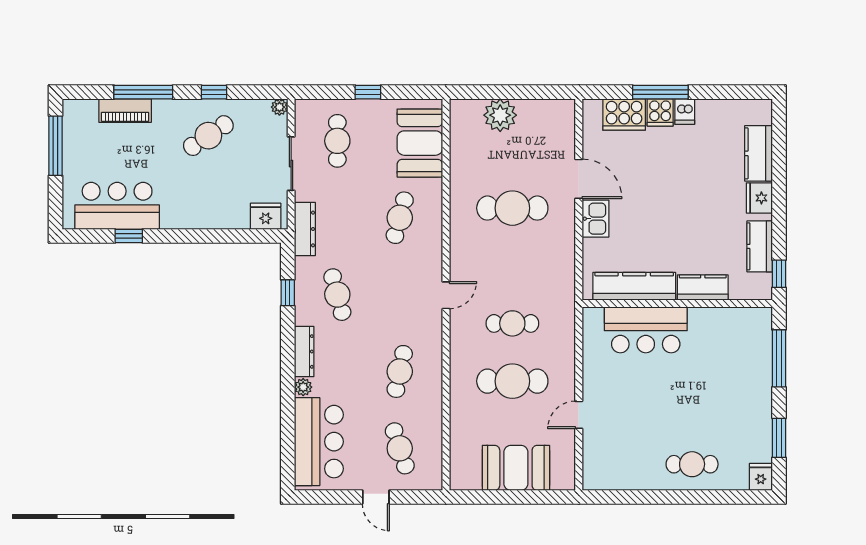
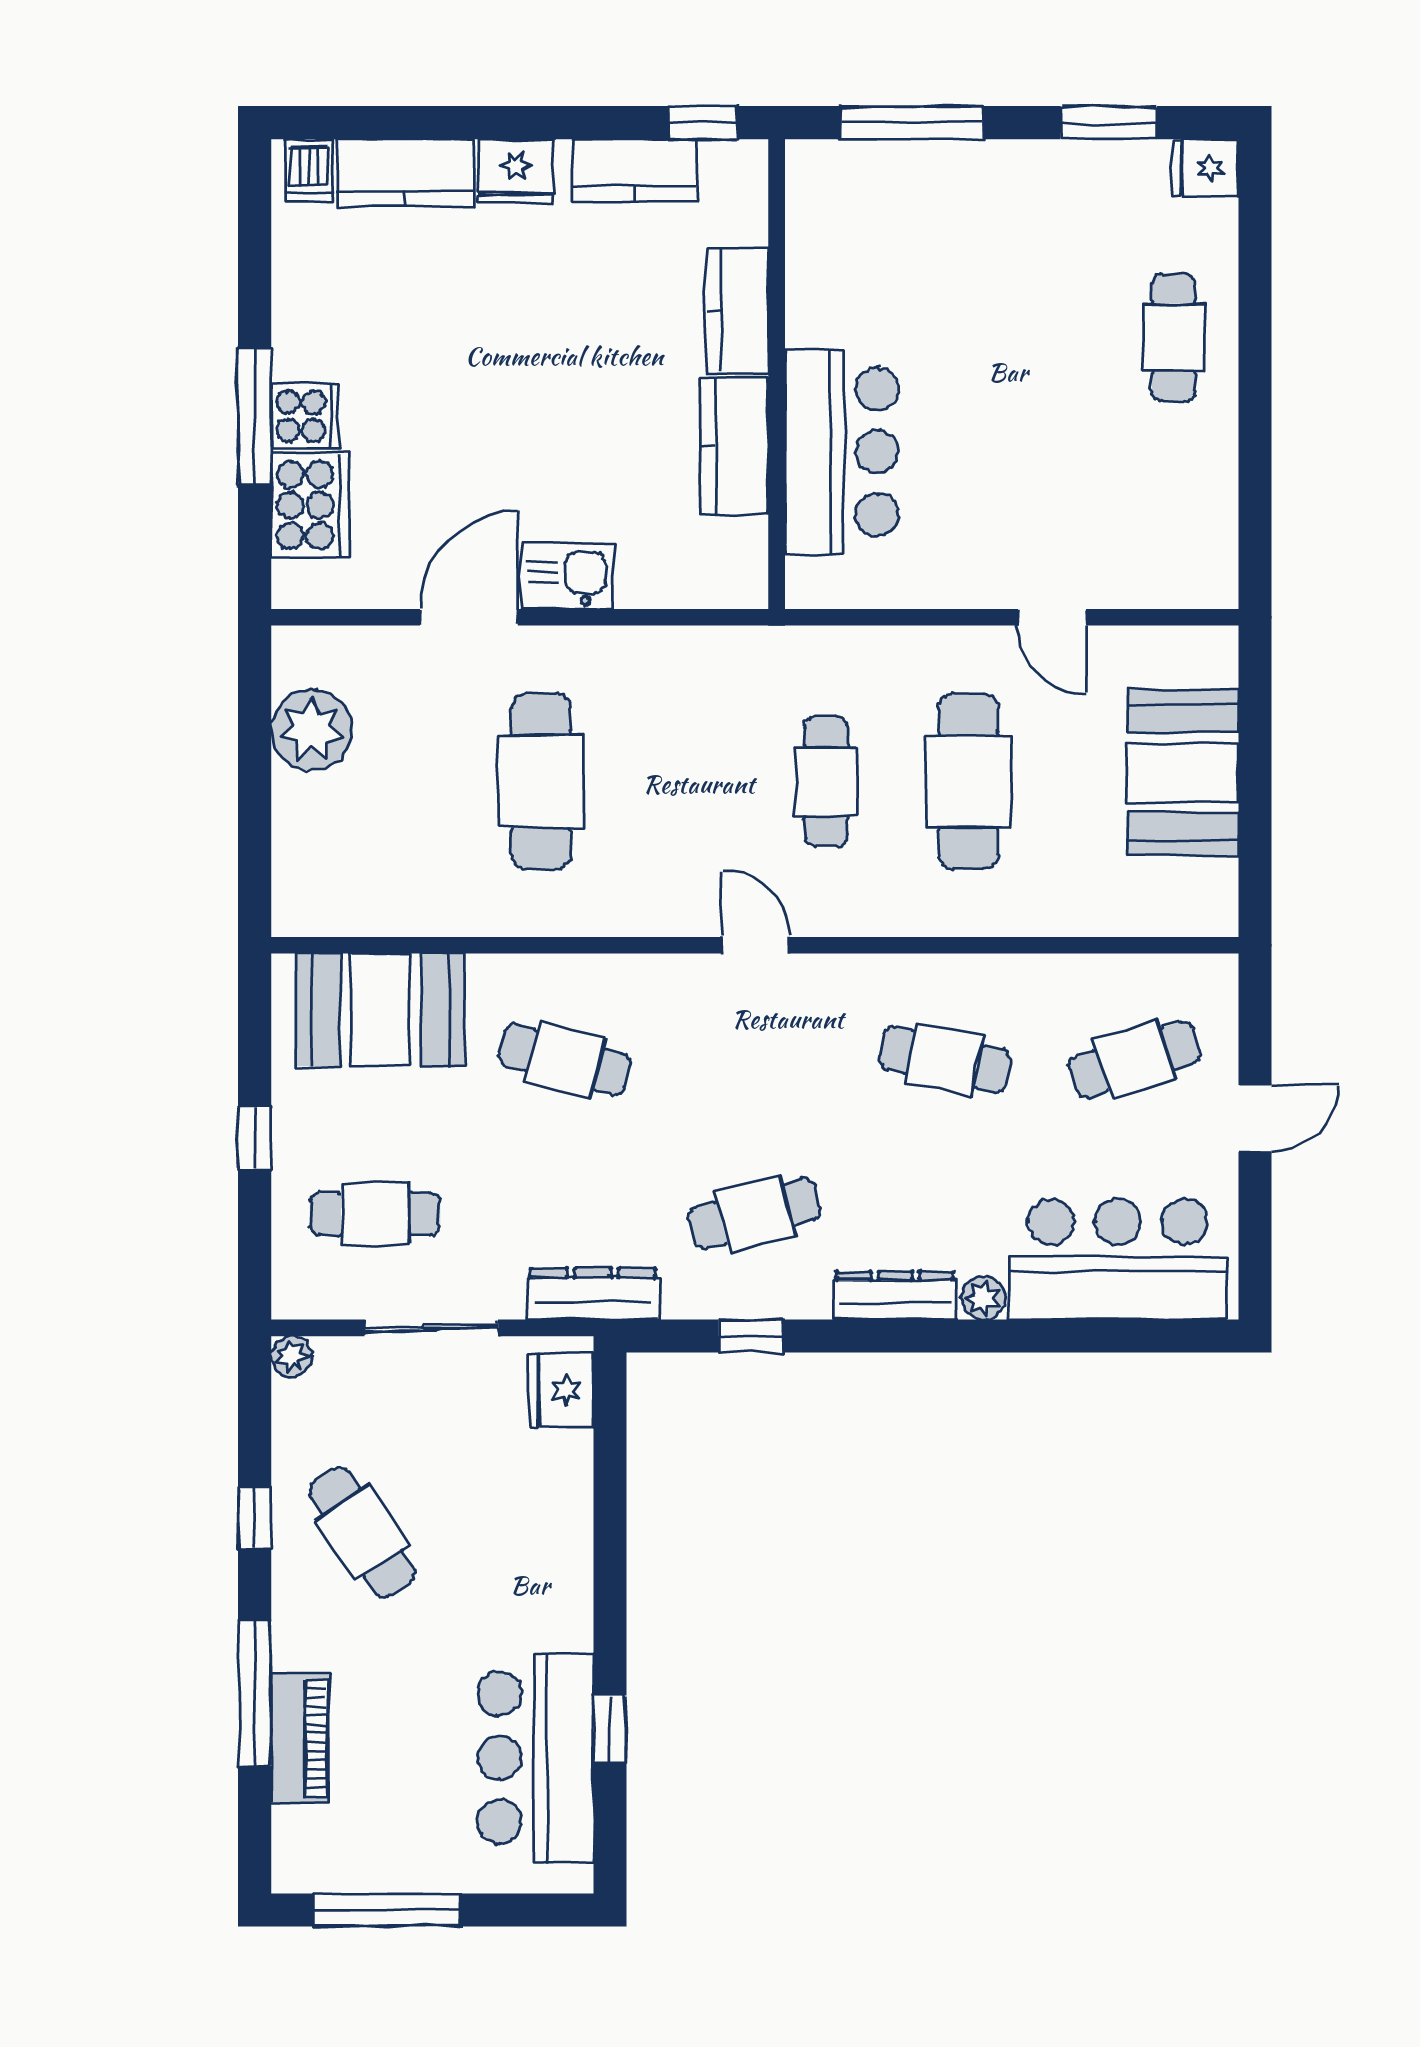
dishwasher: (685, 112) -> (309, 171), moved, turned 90
plant: (500, 115) -> (312, 730), moved
kitchen counter: (634, 286) -> (734, 446), width x0.67

